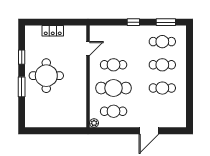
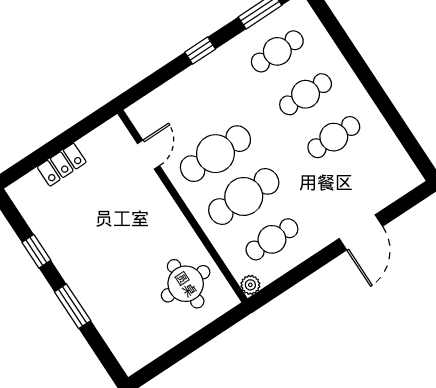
cafe table: (114, 65) -> (215, 154), width x1.37, depth x1.35
round table: (46, 76) -> (186, 284), moved, width x0.73, depth x0.73

